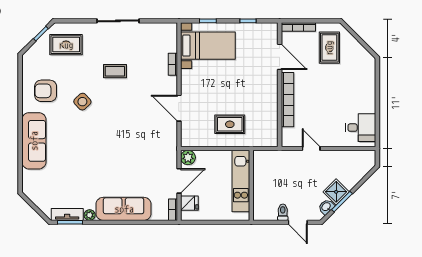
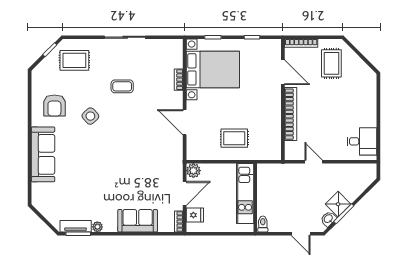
bed with nightstands: (208, 46) -> (213, 69), width x1.36
armchair: (46, 91) -> (54, 106), turned -90
sofa: (124, 209) -> (138, 221), width x0.73
toilet: (283, 212) -> (263, 224), moved

